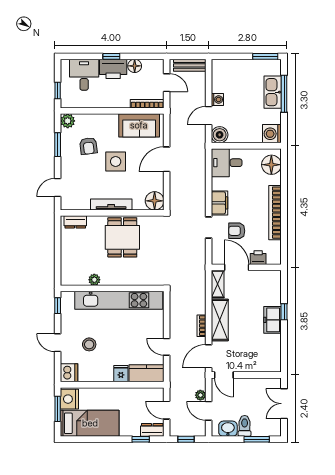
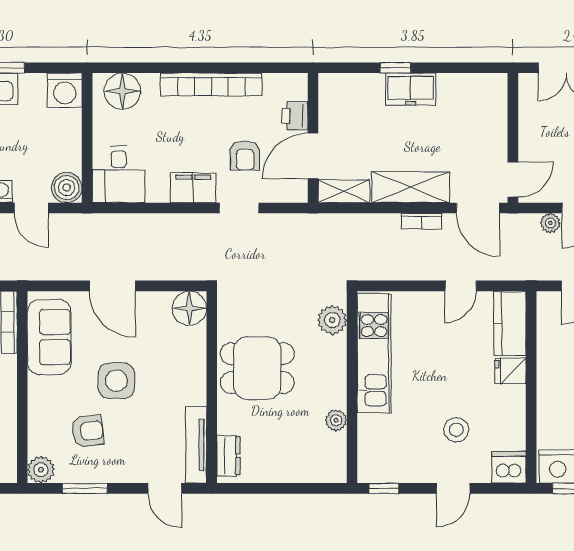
tv unit: (111, 204) -> (196, 445), moved
plant: (148, 278) -> (332, 320), added
kitchen unit: (119, 300) -> (374, 353), width x0.73

